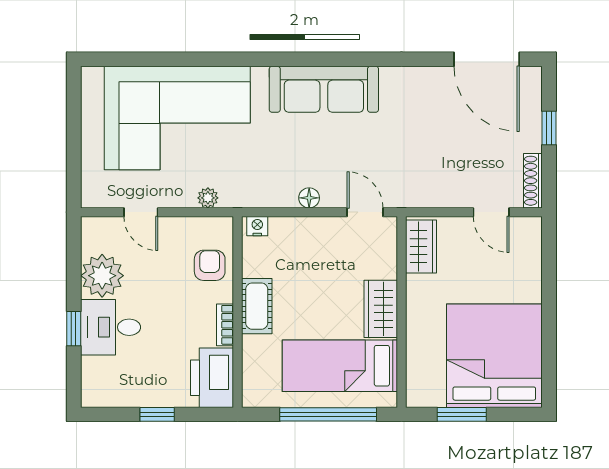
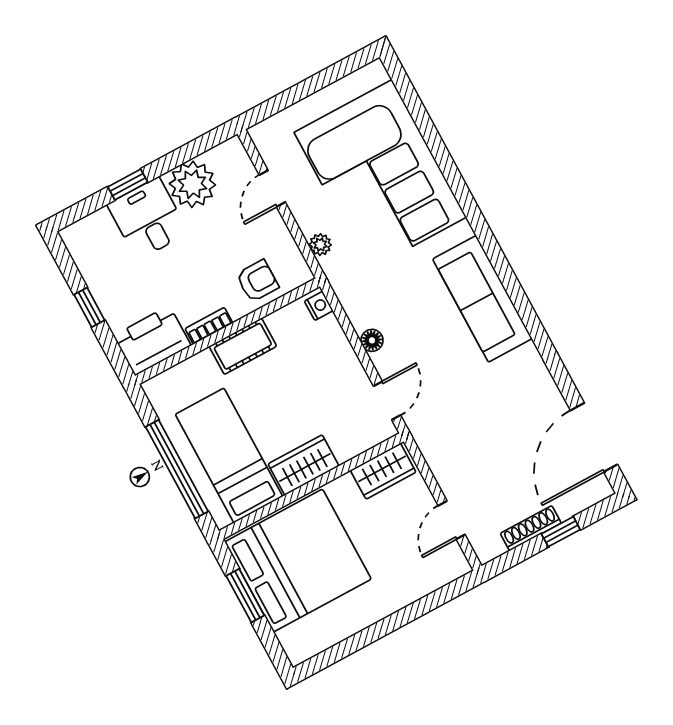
shoe rack: (533, 181) -> (531, 528), moved
bed: (494, 356) -> (298, 561), moved

